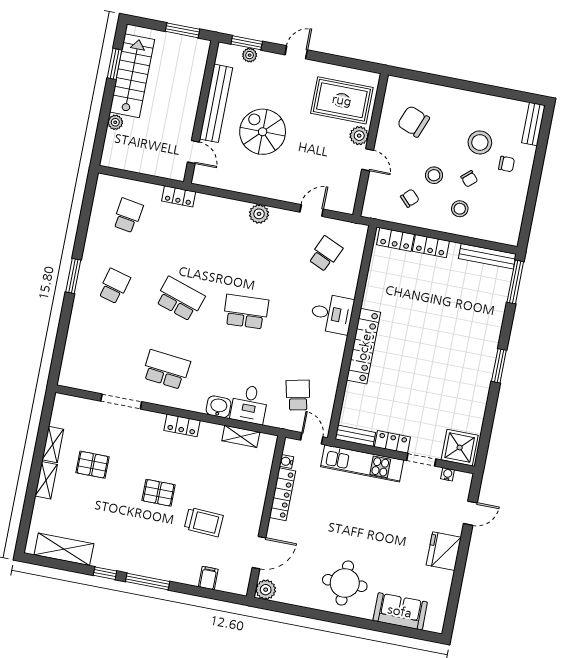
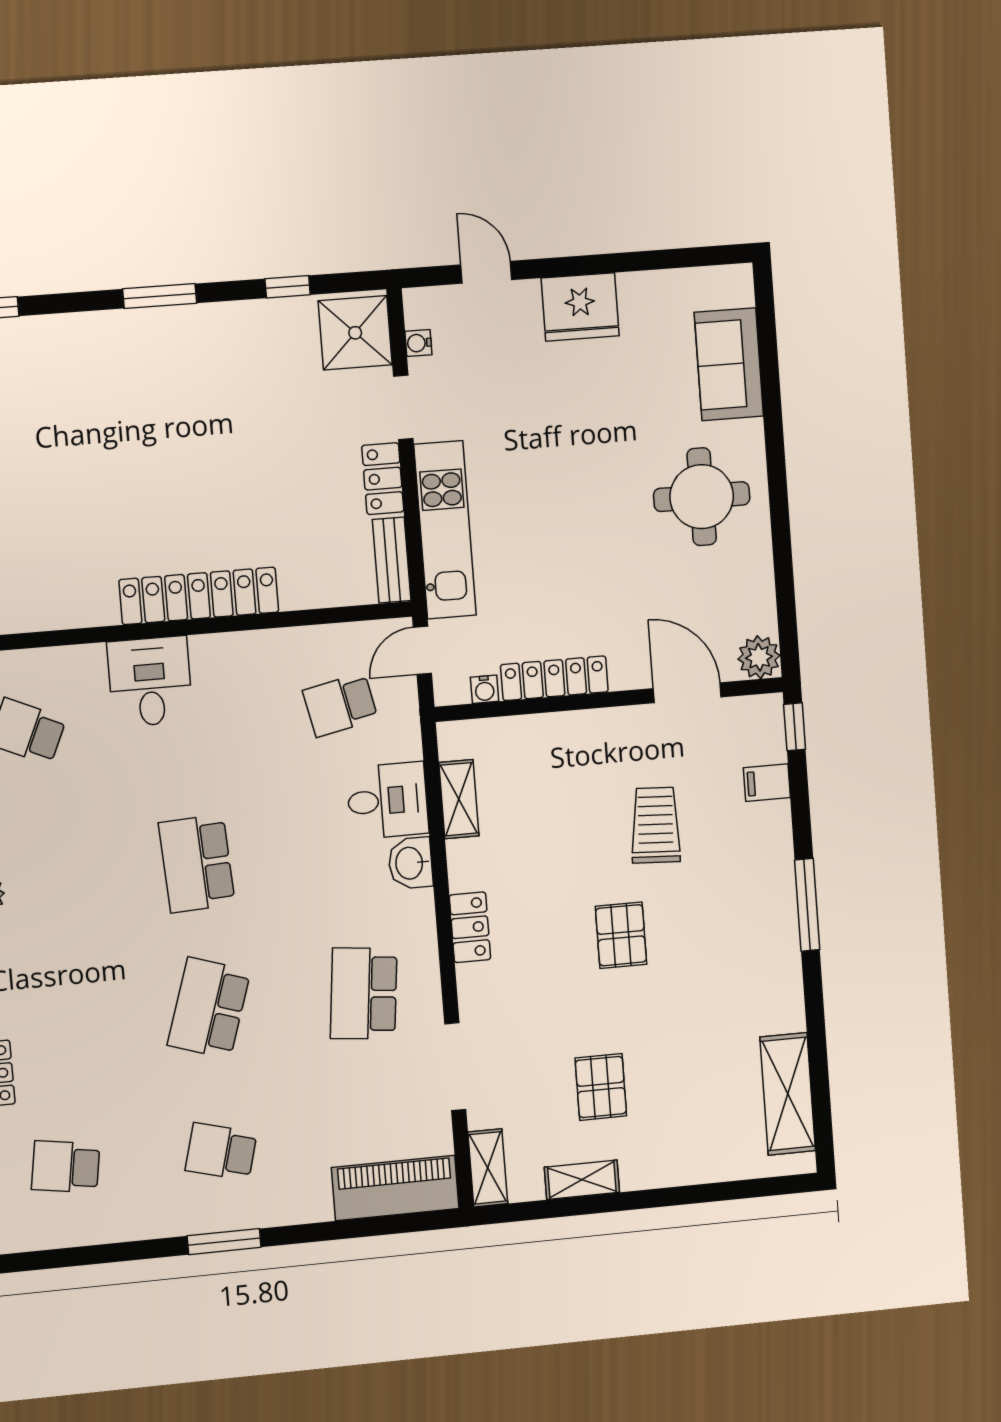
piano: (74, 359) -> (395, 1188), added
window: (488, 423) -> (288, 287), added
shelving: (46, 480) -> (488, 1168), moved, turned 90
window: (105, 573) -> (795, 727), moved

